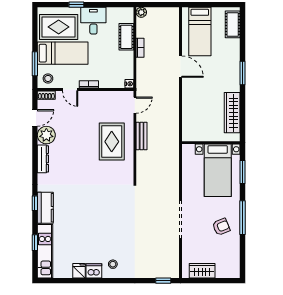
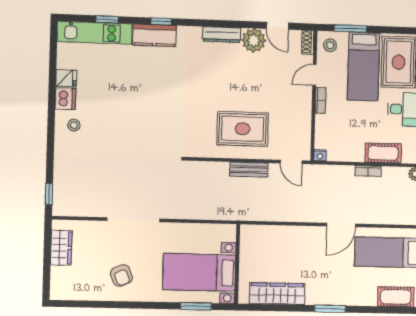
window: (243, 218) -> (133, 305), removed

